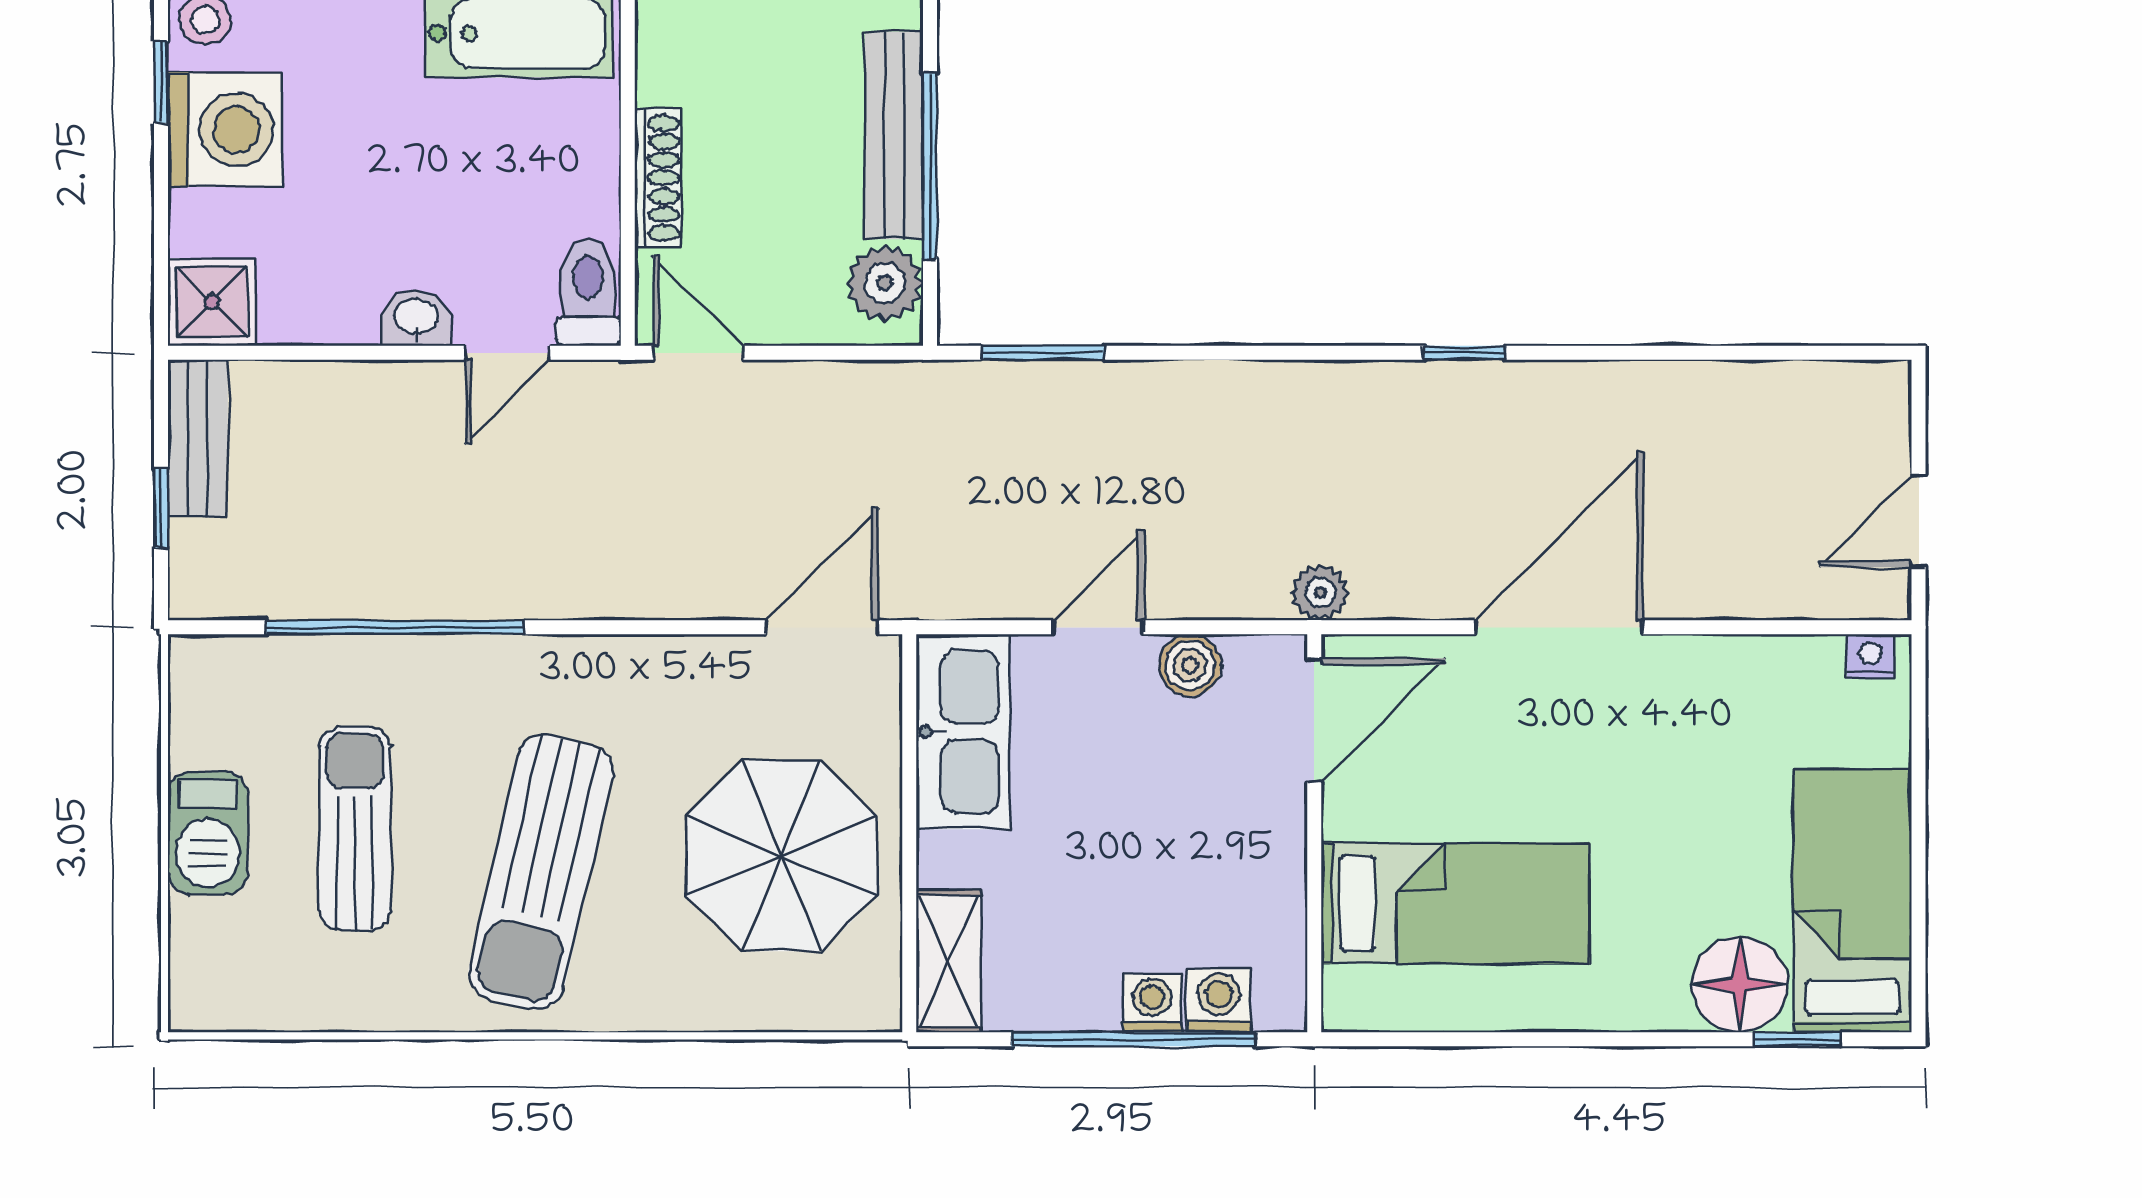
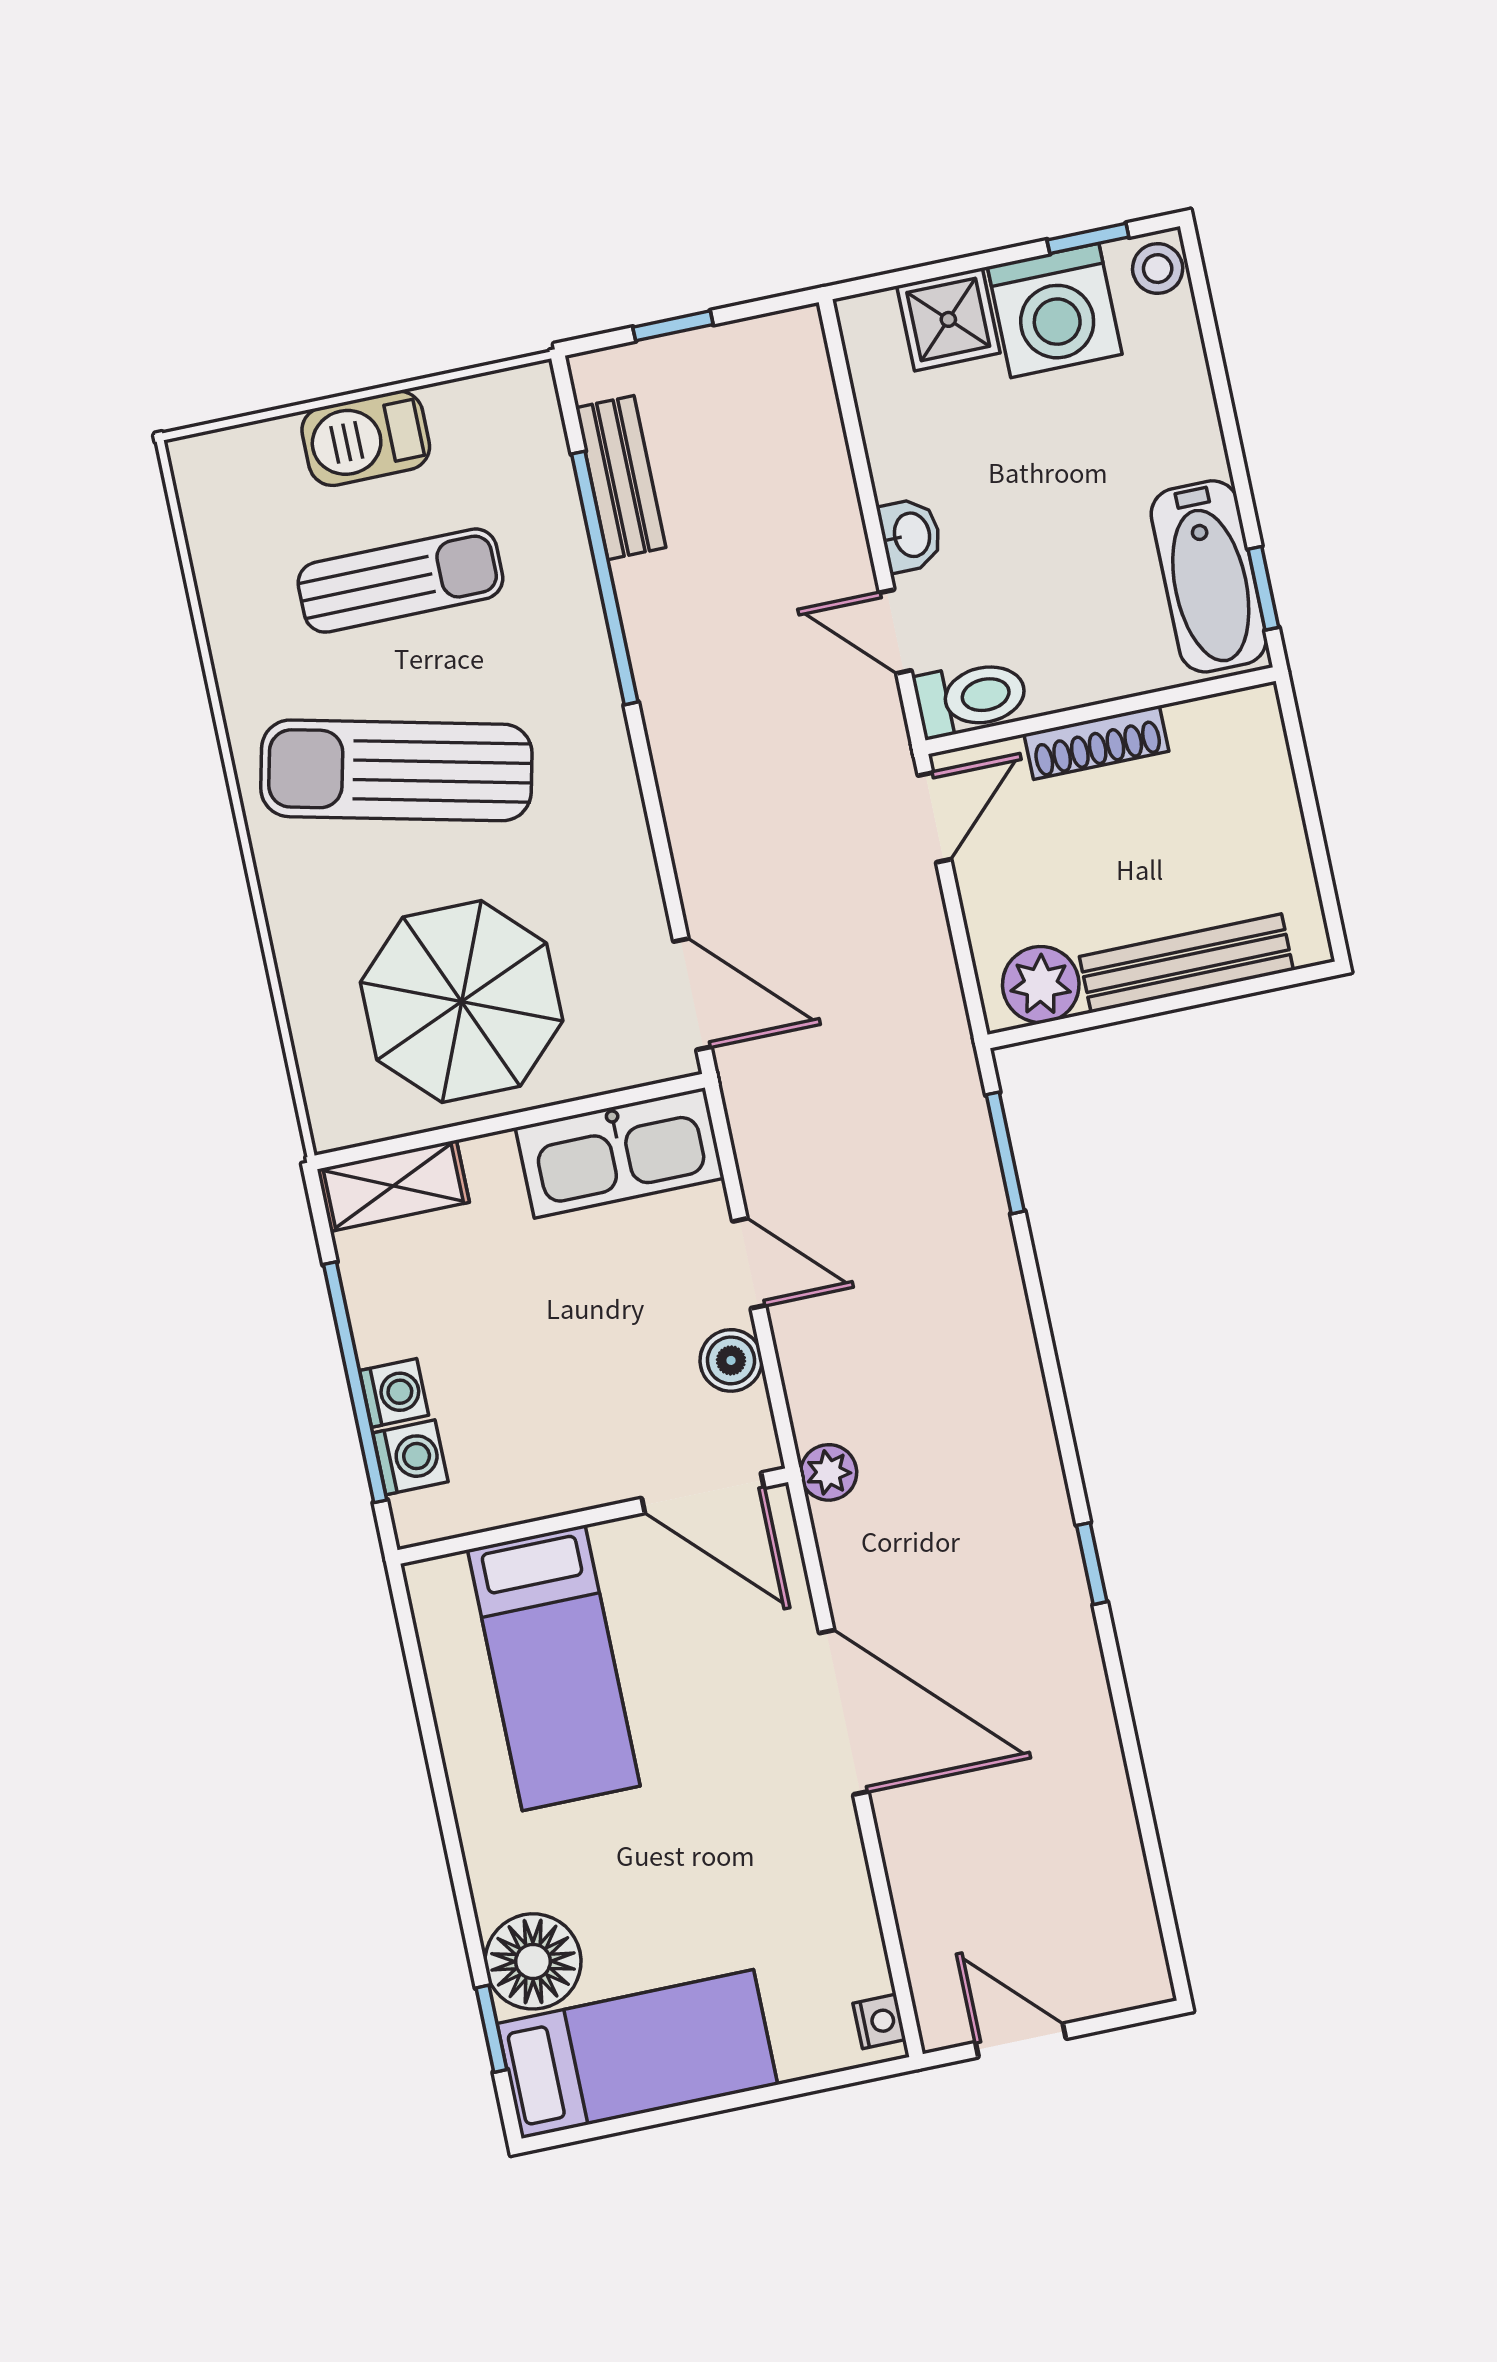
window: (930, 166) -> (1164, 1005), removed
shower: (212, 302) -> (948, 319), moved
bench: (198, 438) -> (621, 478), moved, turned 90

